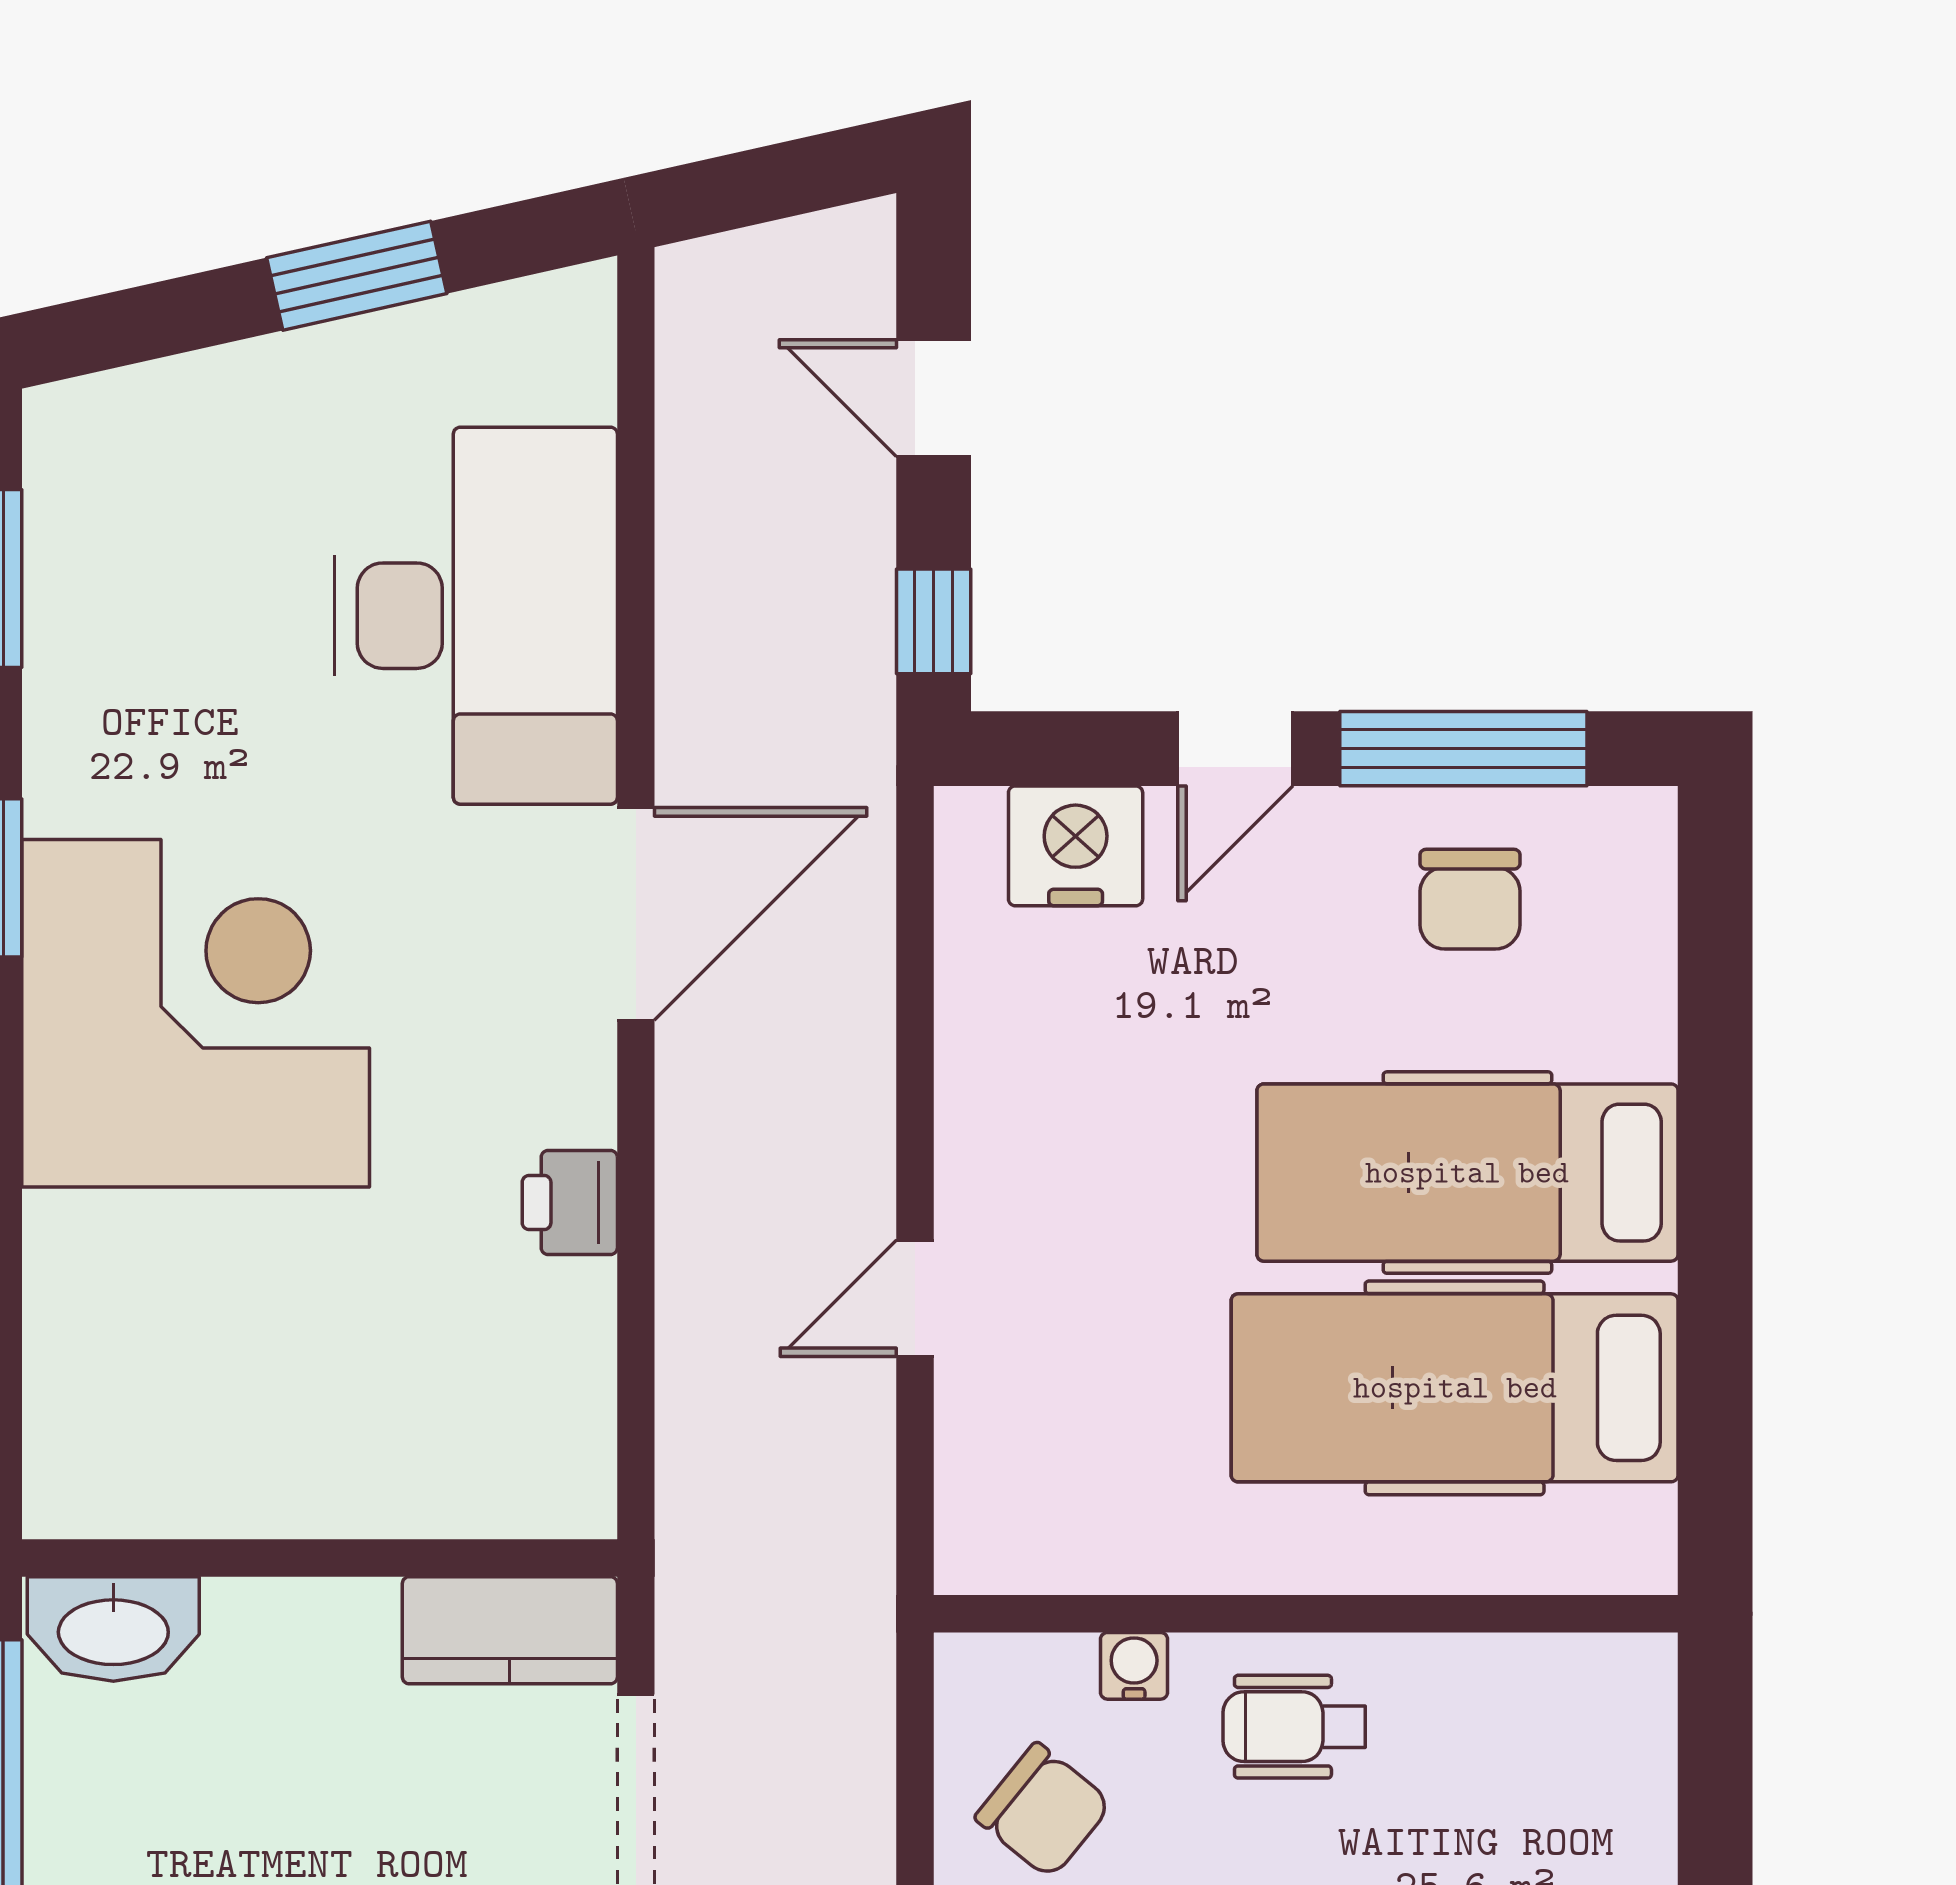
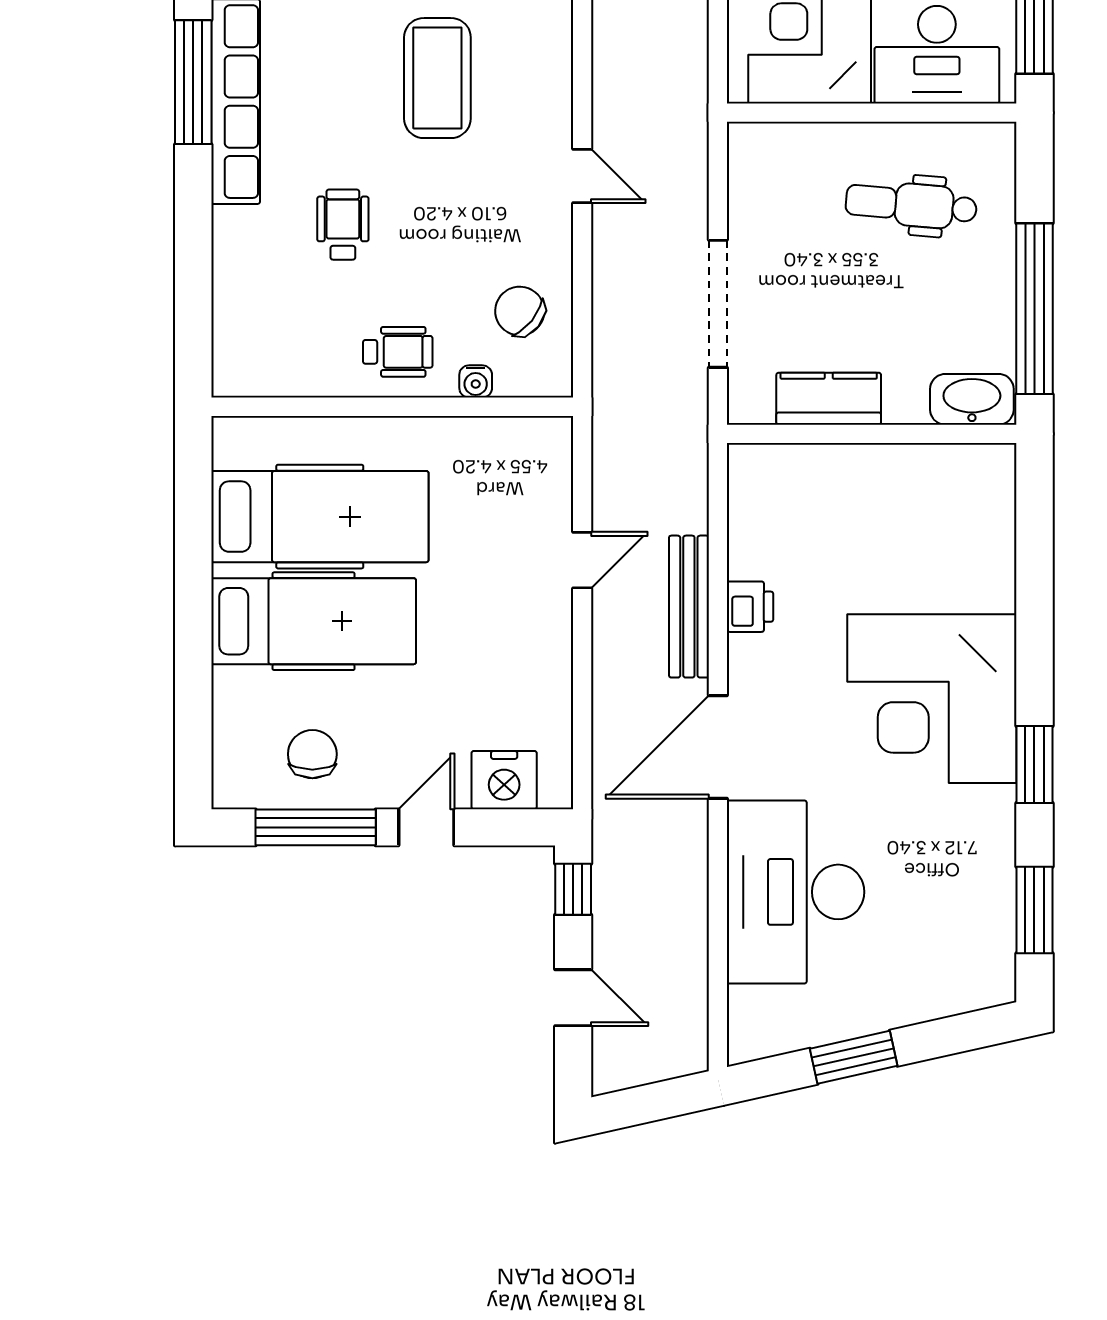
bench: (695, 1203) -> (689, 607), added
kitchen counter: (510, 1630) -> (829, 399), moved

